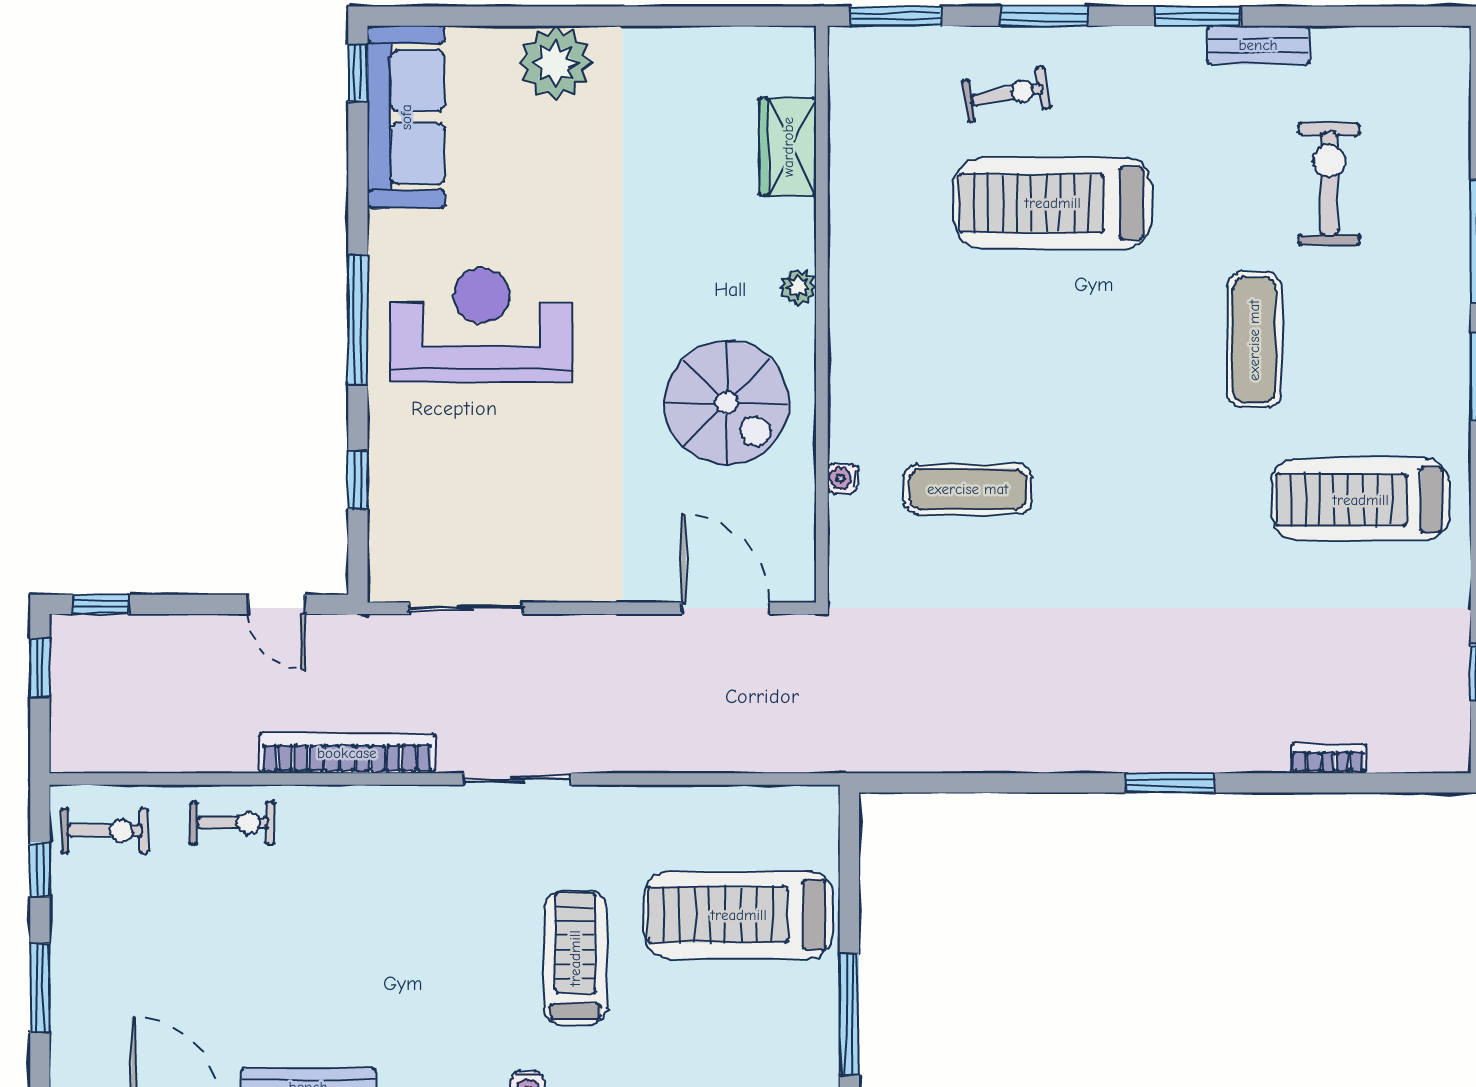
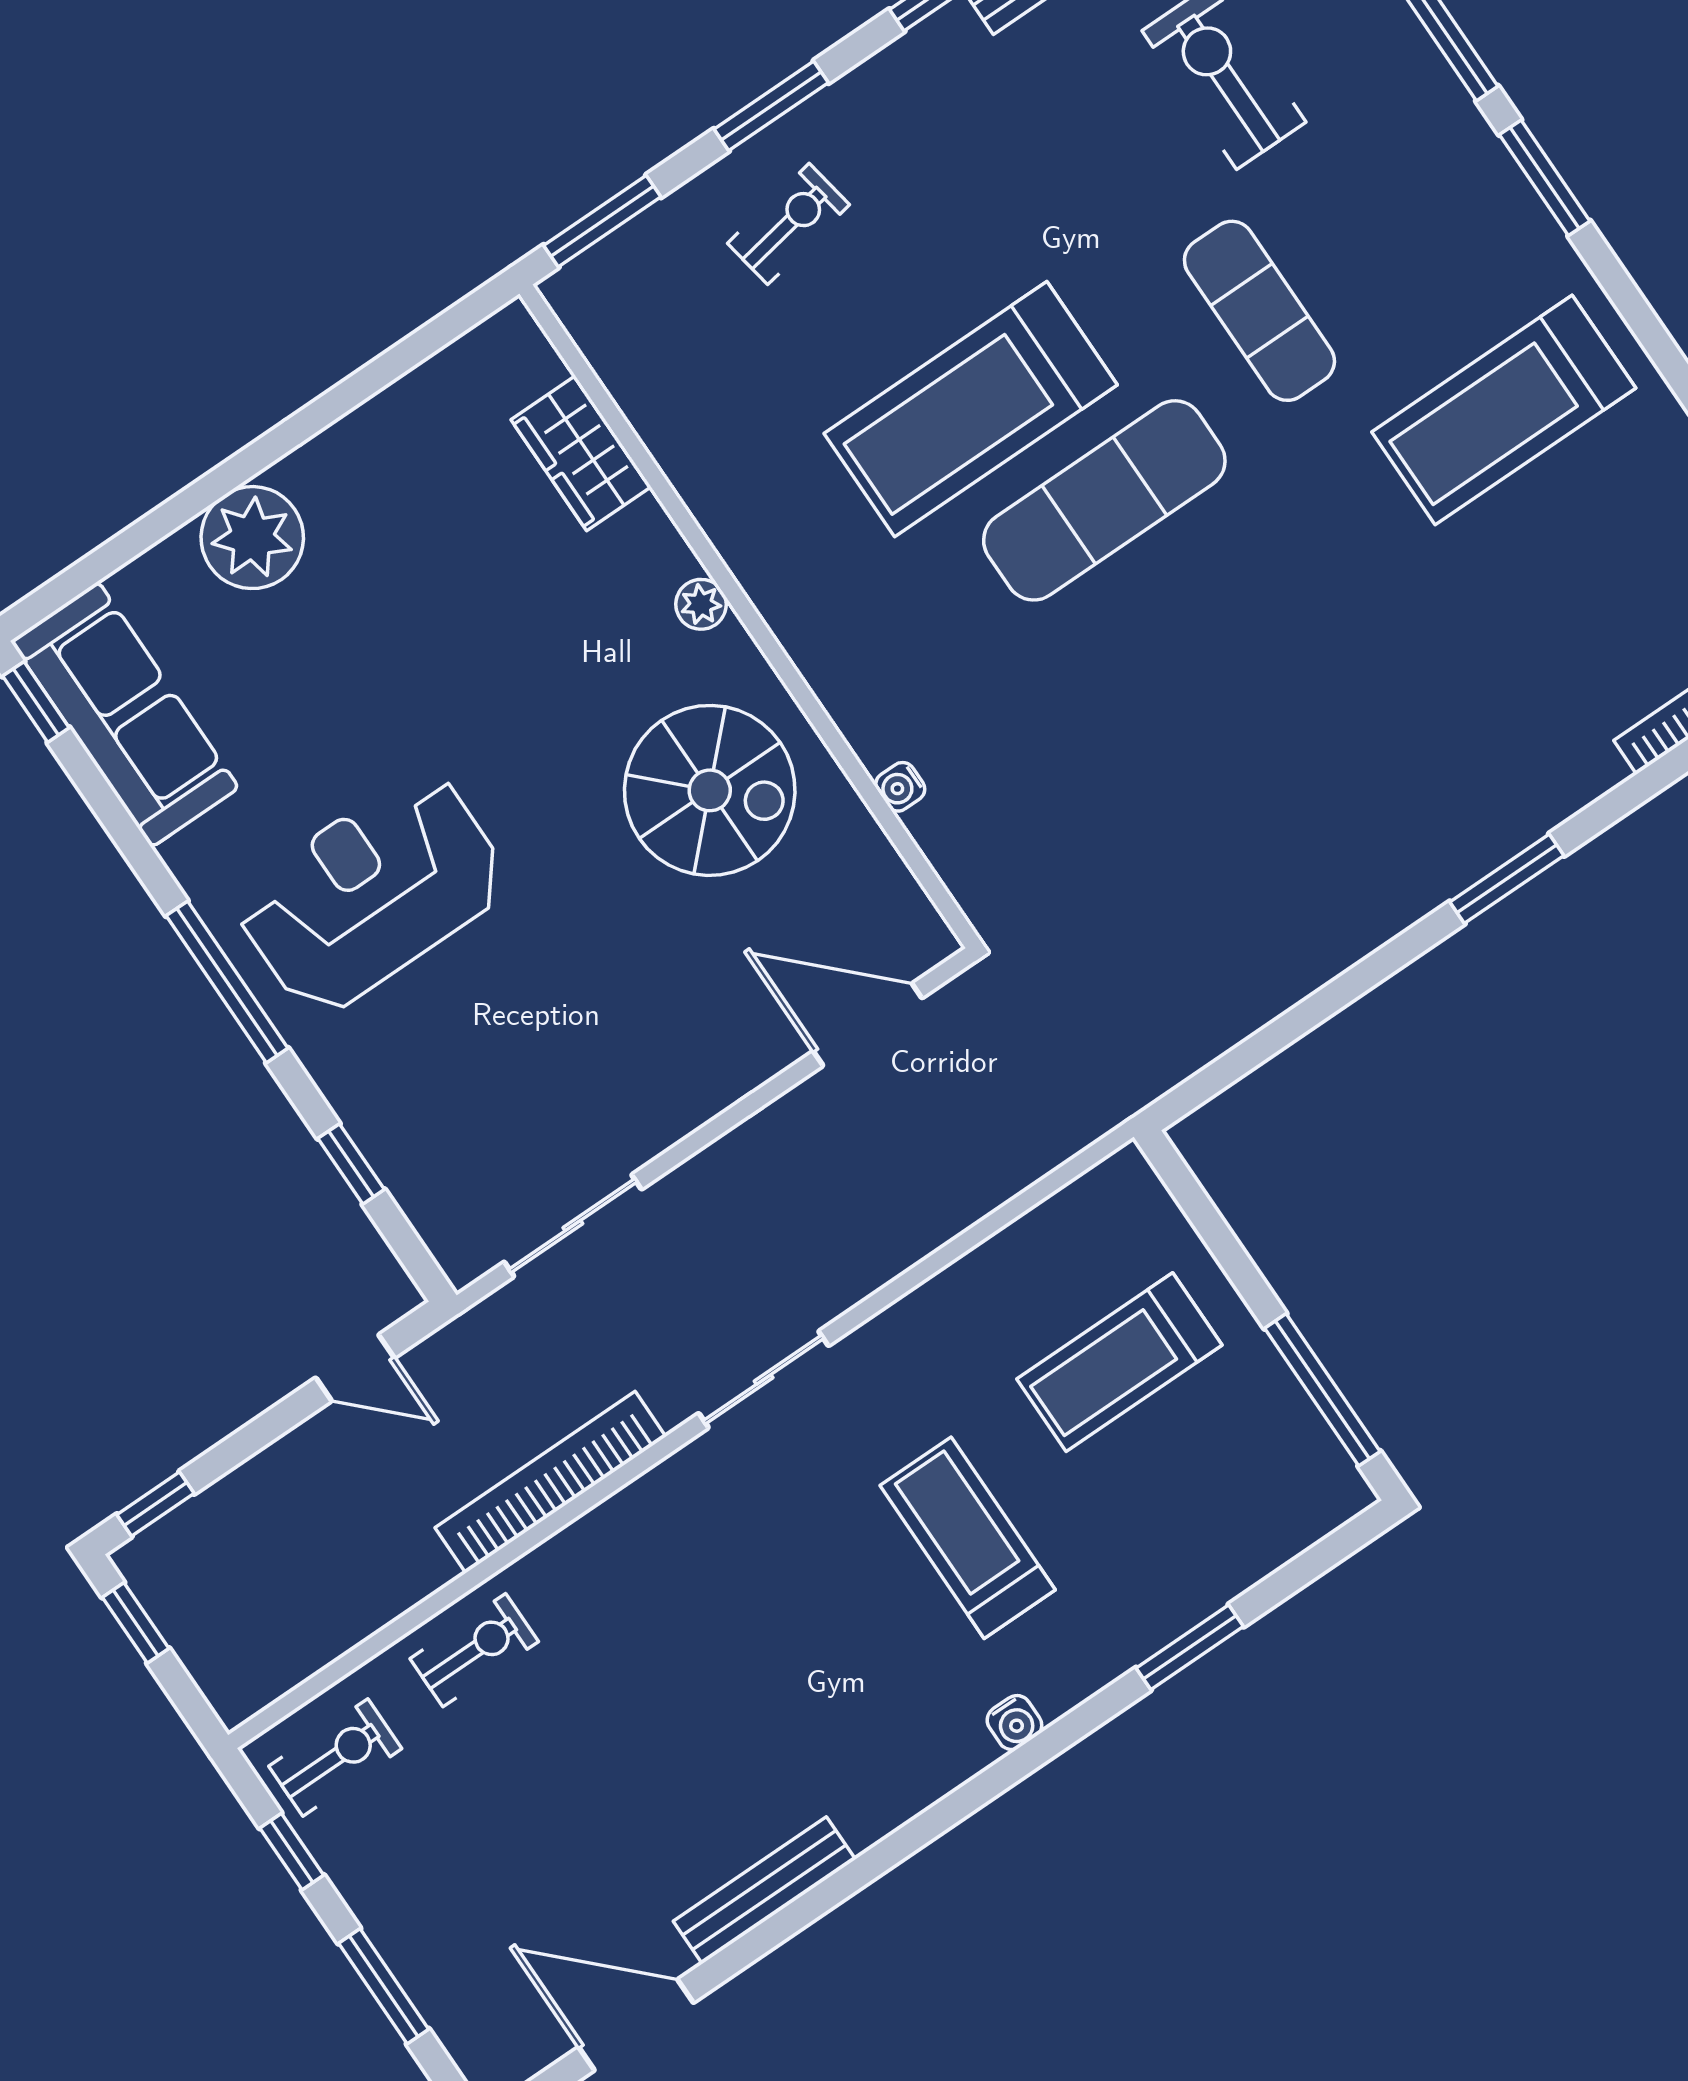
treadmill: (1053, 203) -> (971, 409), moved
exercise mat: (968, 489) -> (1104, 500), moved, width x1.36, depth x1.45
treadmill: (739, 915) -> (1119, 1362), width x0.73, depth x0.73

